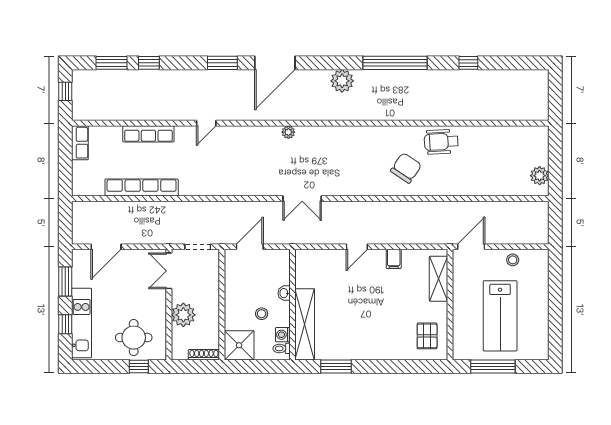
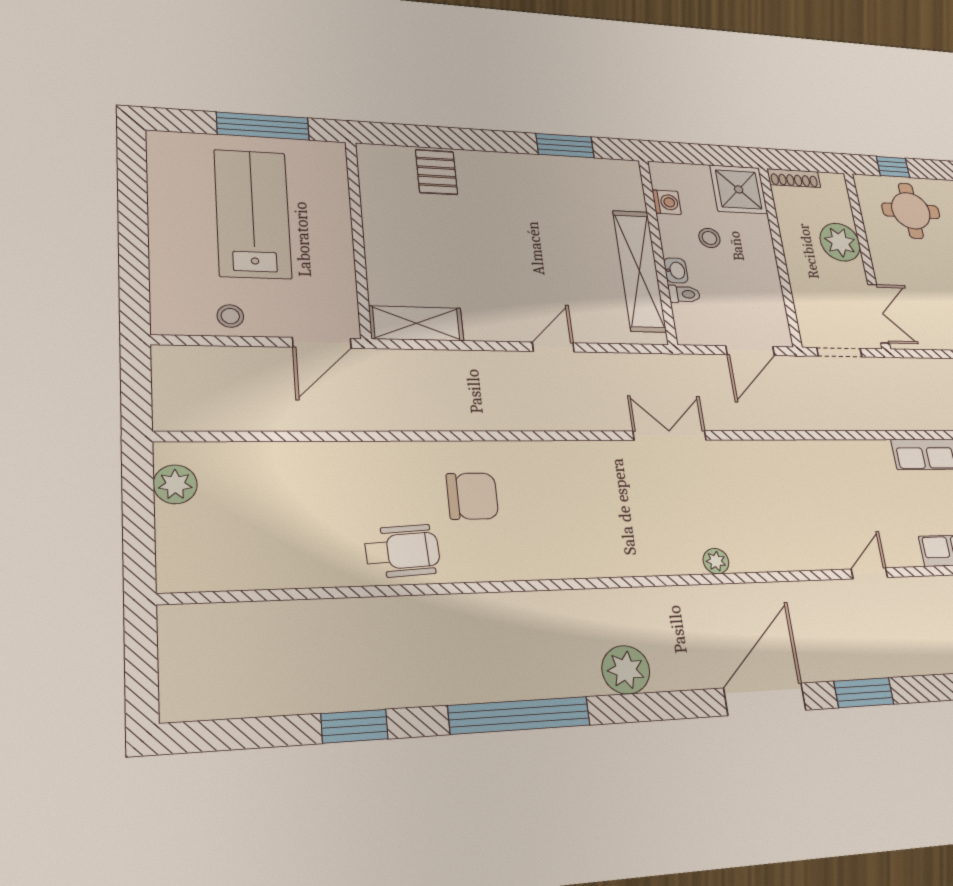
window: (468, 63) -> (354, 726), width x1.50
chair: (406, 168) -> (472, 496), turned -124
filing cabinet: (394, 259) -> (479, 324), removed
shelving: (439, 279) -> (416, 323), moved, turned 90
shelving: (305, 324) -> (639, 271), moved
pallet: (427, 336) -> (437, 172), moved
toilet: (282, 348) -> (684, 294), moved

